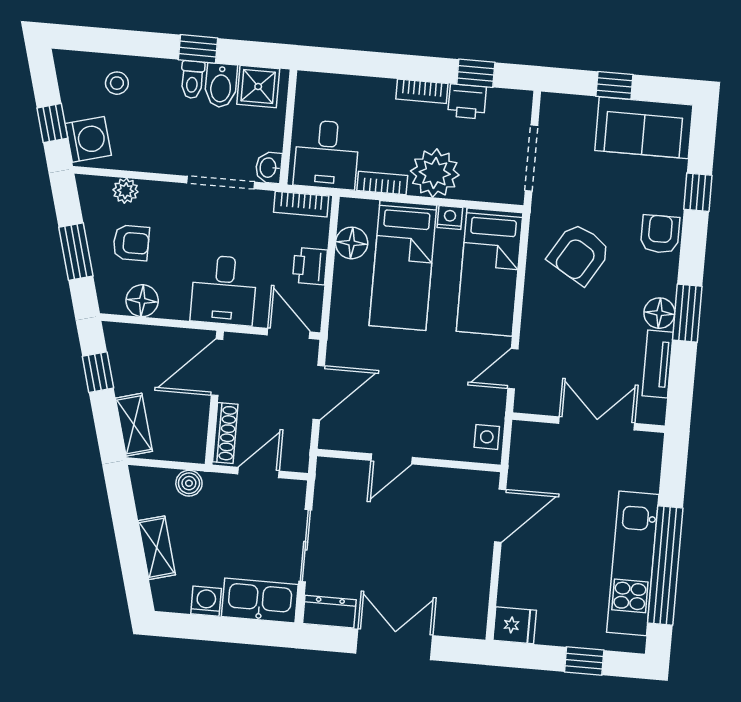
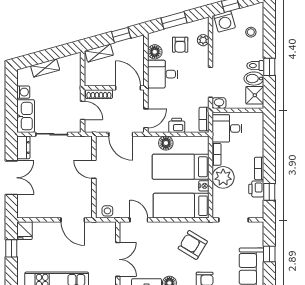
floor lamp: (352, 243) -> (166, 143), moved
desk: (224, 290) -> (163, 74), moved
boiler: (189, 483) -> (75, 80), removed
window: (584, 661) -> (11, 248), moved

